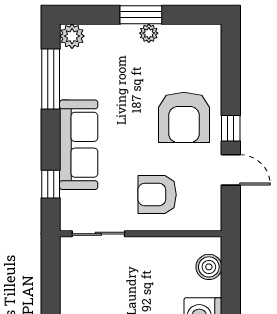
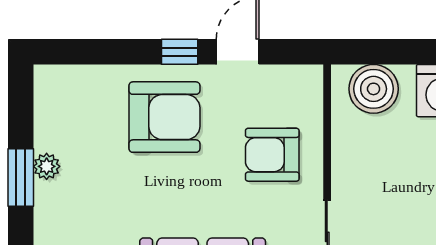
armchair: (157, 195) -> (272, 155), turned 90
boiler: (209, 267) -> (374, 89), width x1.37, depth x1.37

